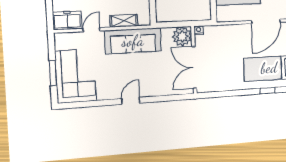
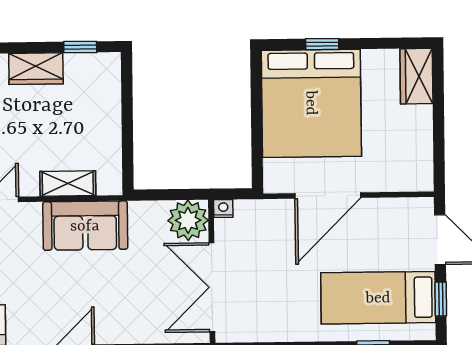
door: (266, 21) -> (328, 195), moved
sofa: (133, 41) -> (85, 226), width x0.73

